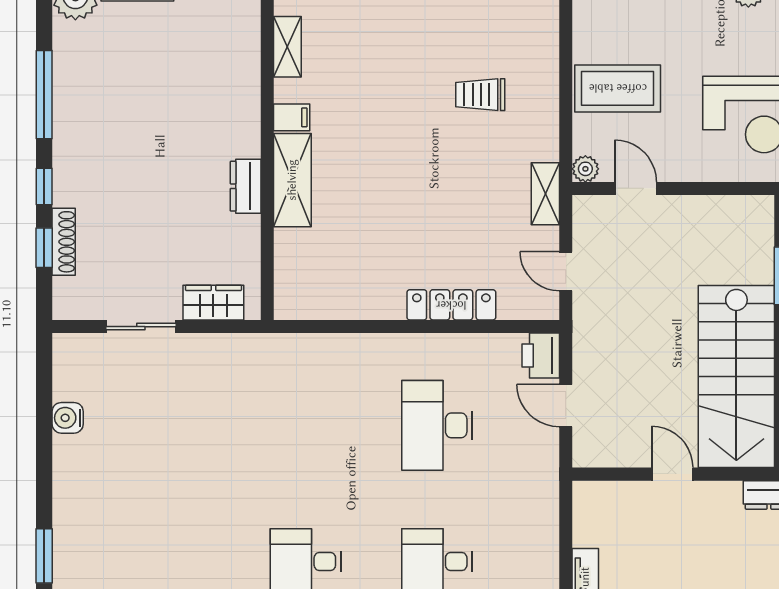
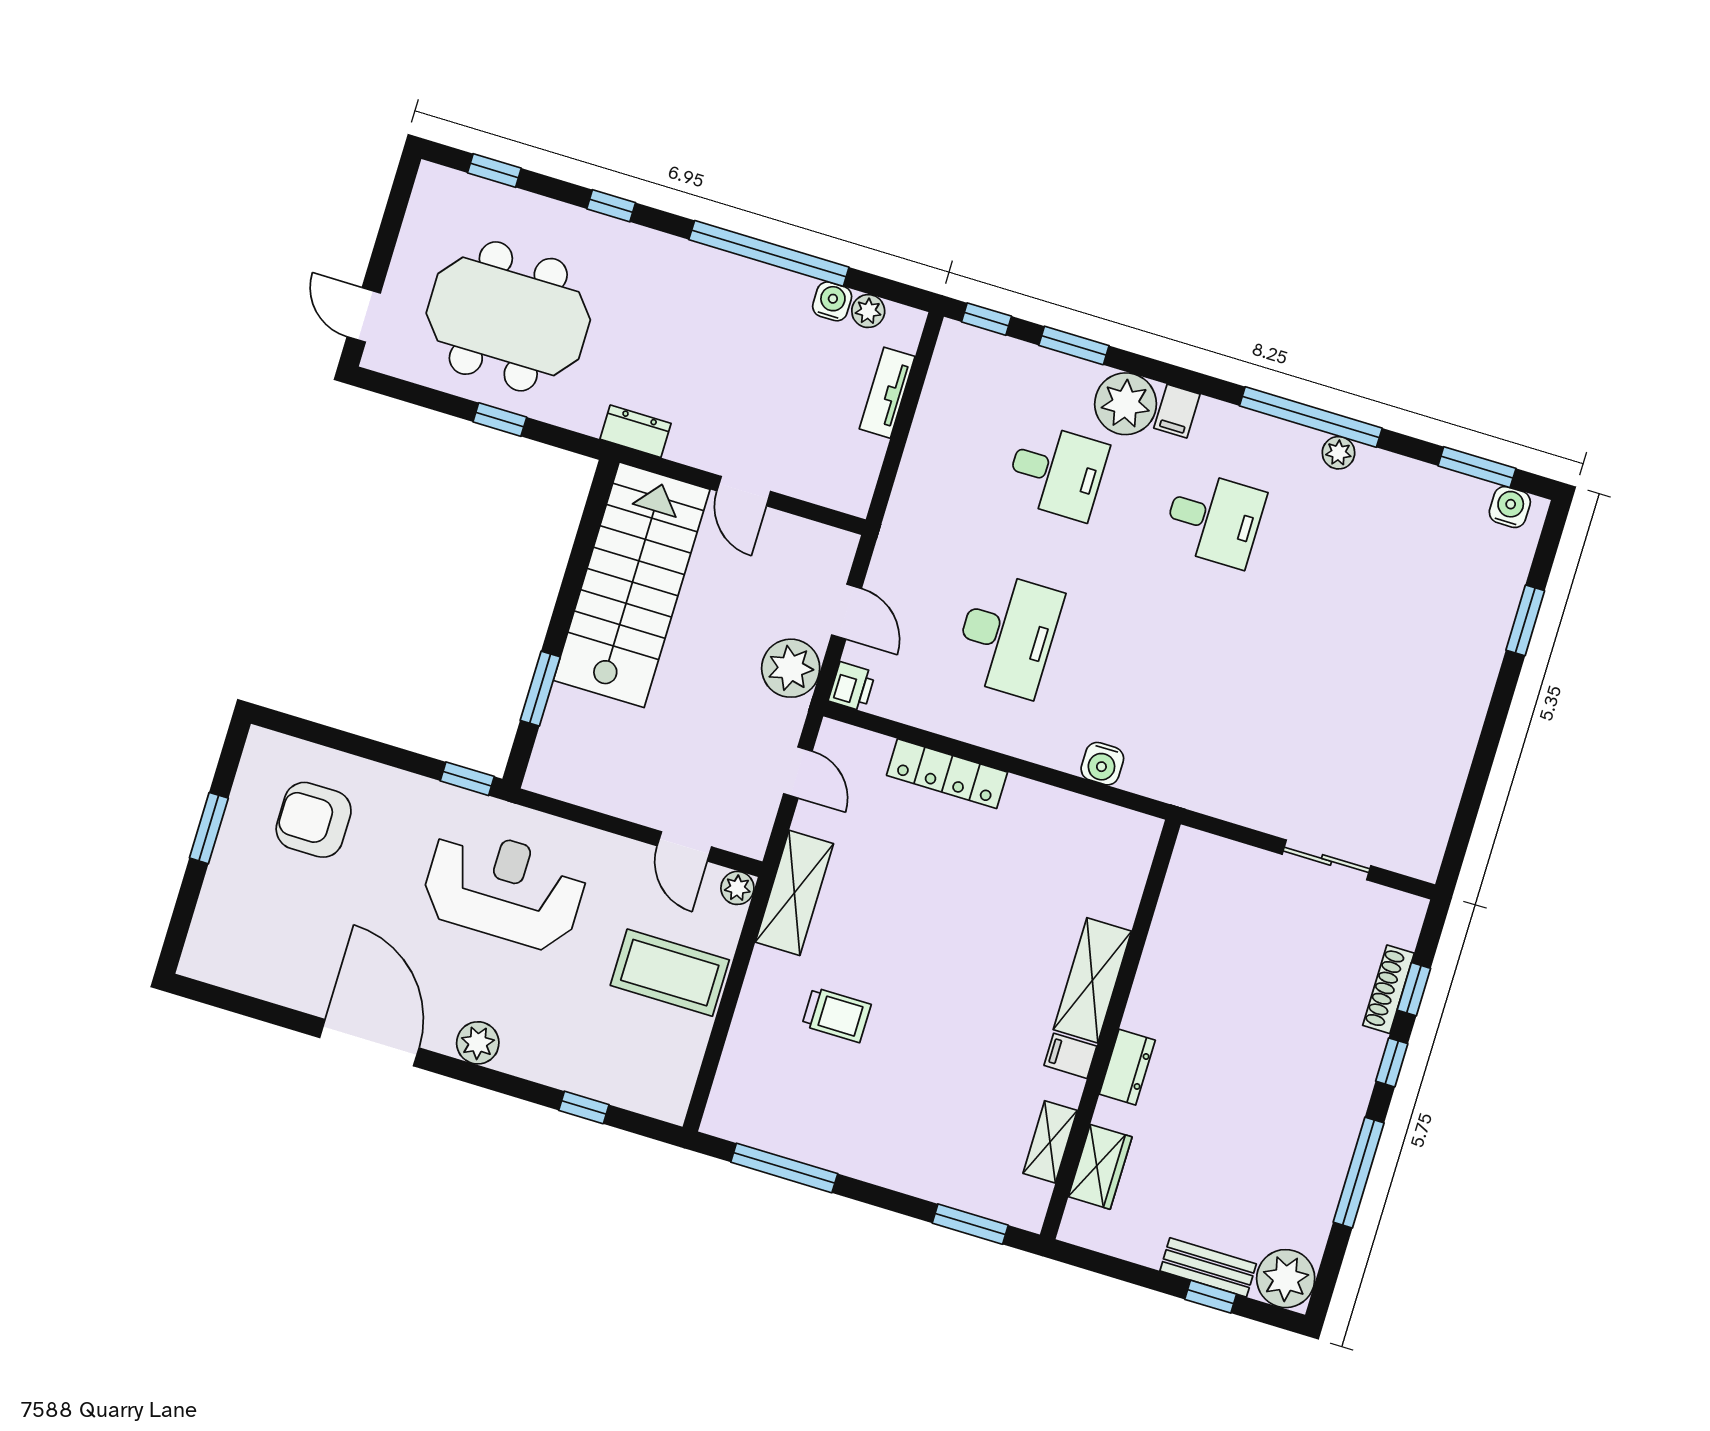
dresser: (246, 186) -> (1127, 1067), moved
shelving: (545, 194) -> (794, 893), width x1.50, depth x1.33
wardrobe: (213, 303) -> (1100, 1167), moved, turned -90
plant: (595, 349) -> (791, 668), added
printer: (541, 355) -> (852, 687), width x0.73, depth x0.81
water cooler: (68, 418) -> (1102, 764), moved, turned 90

